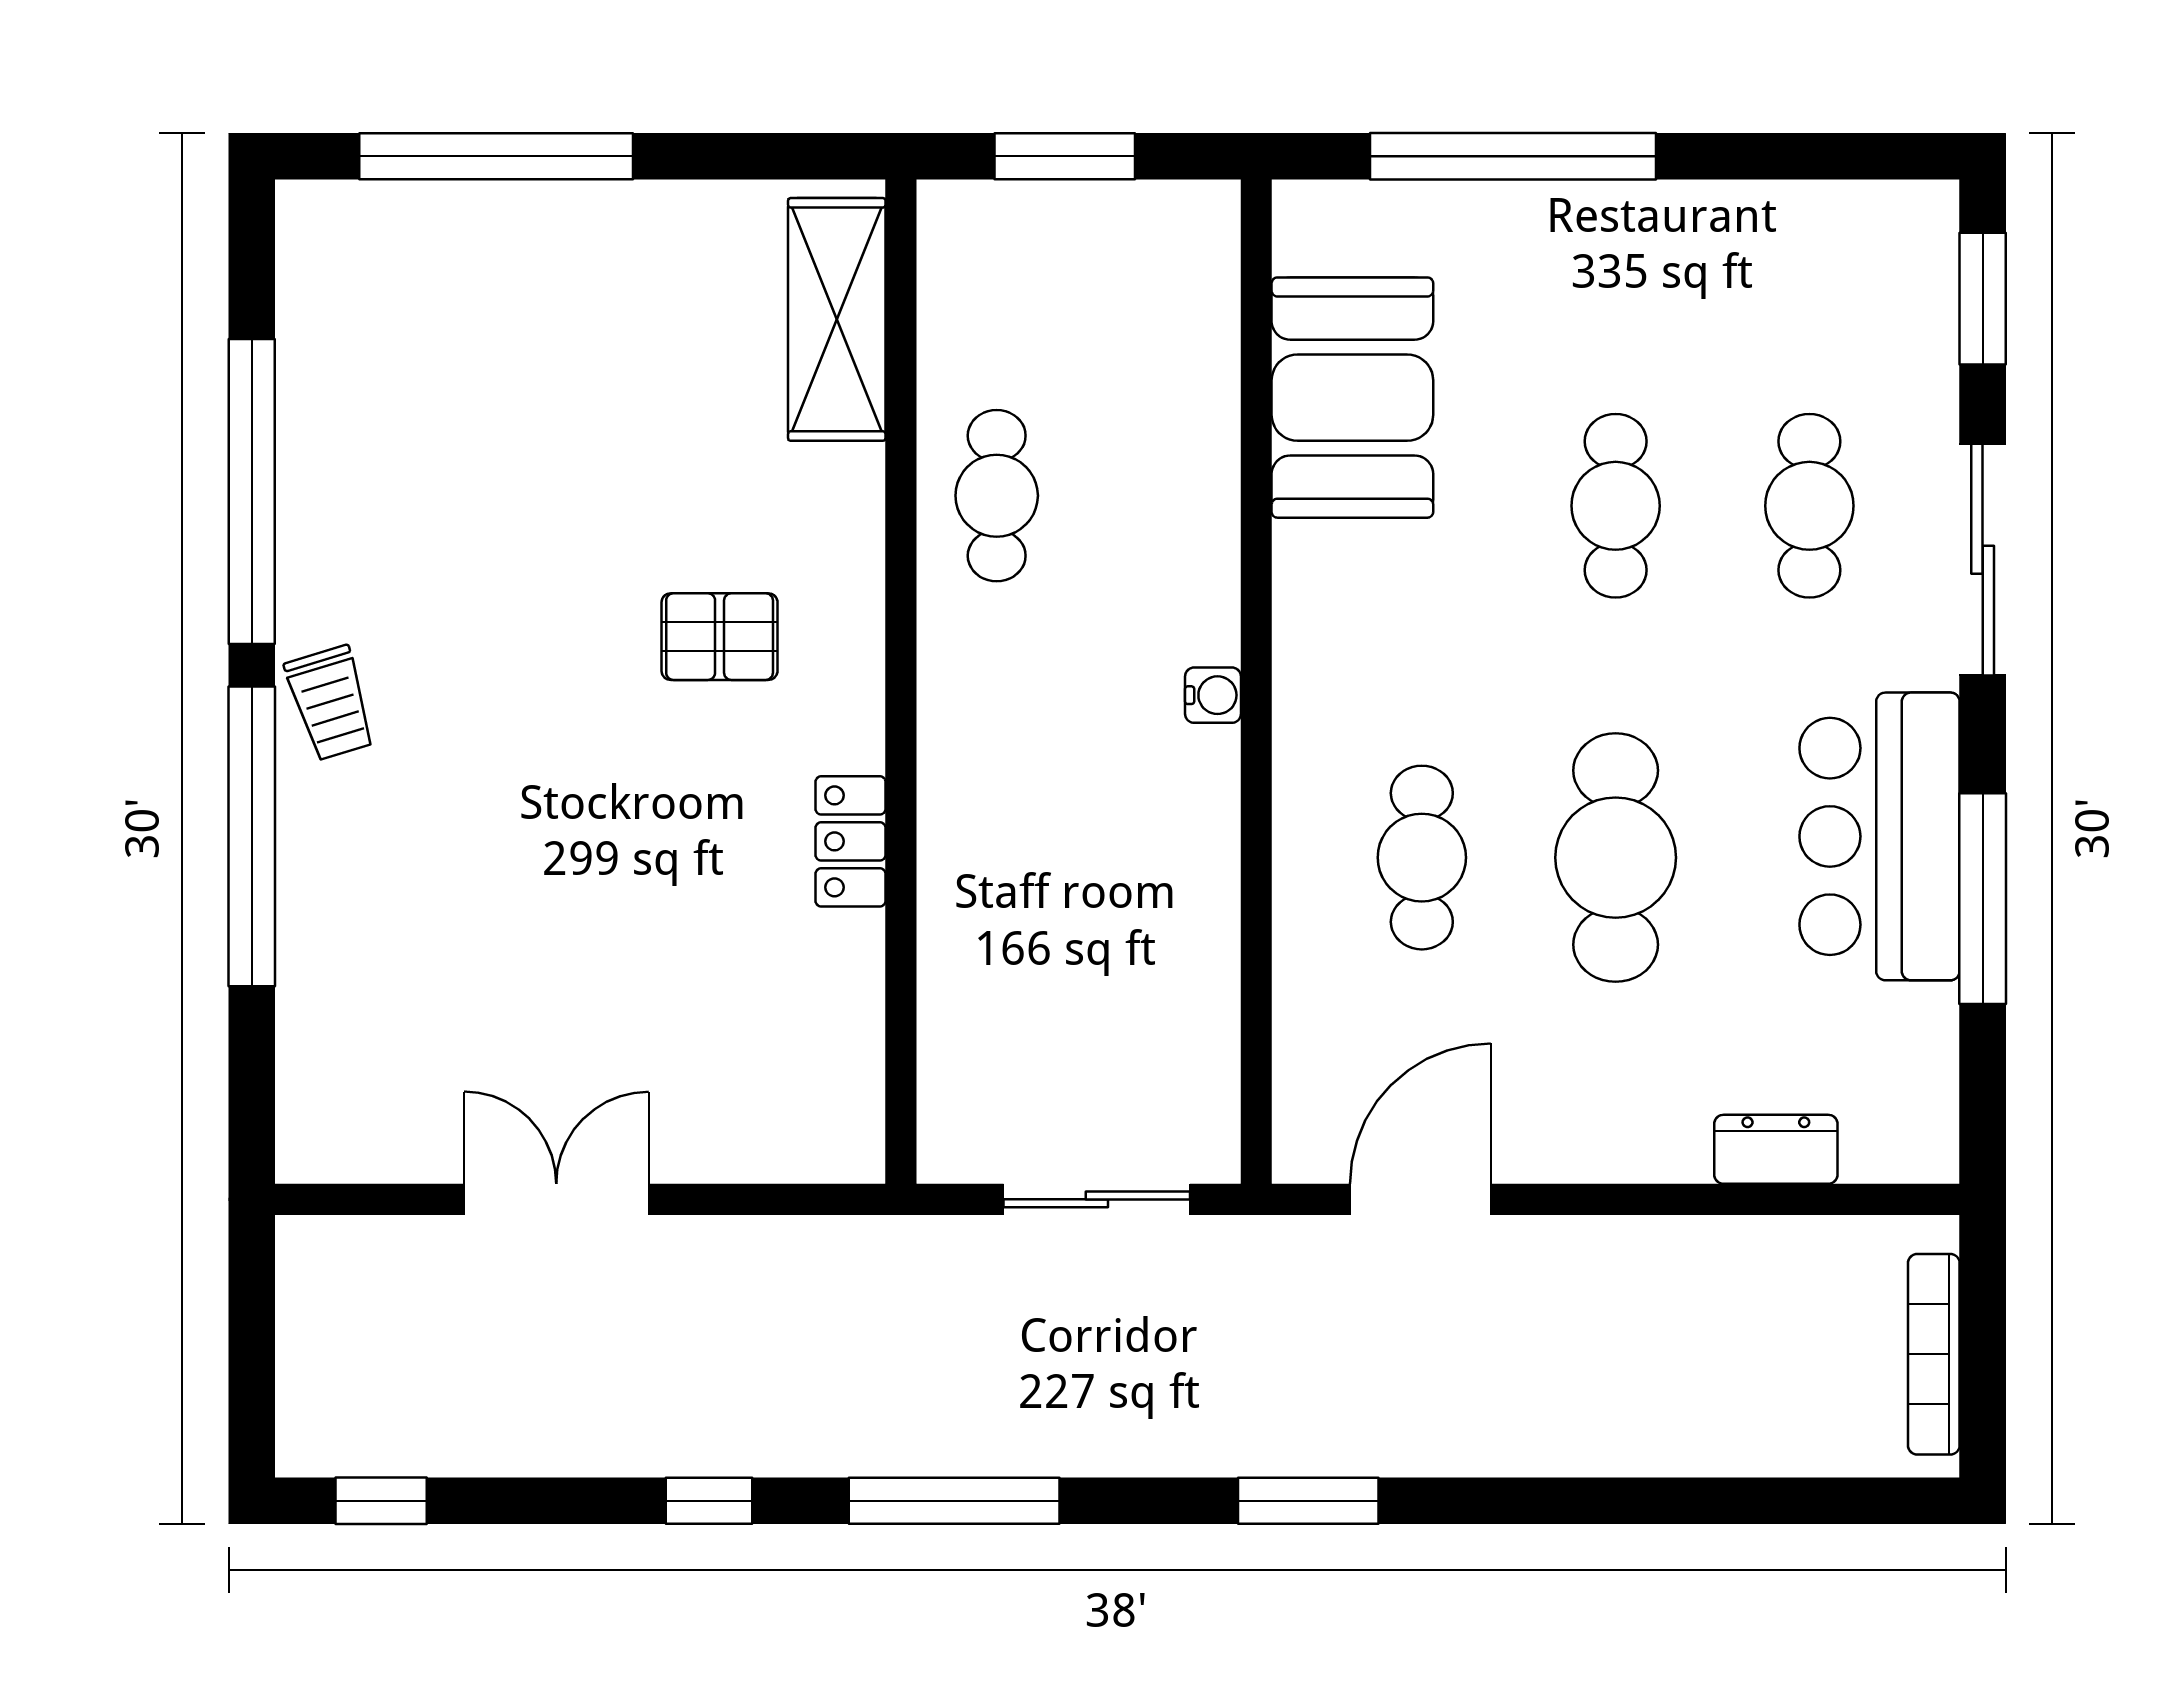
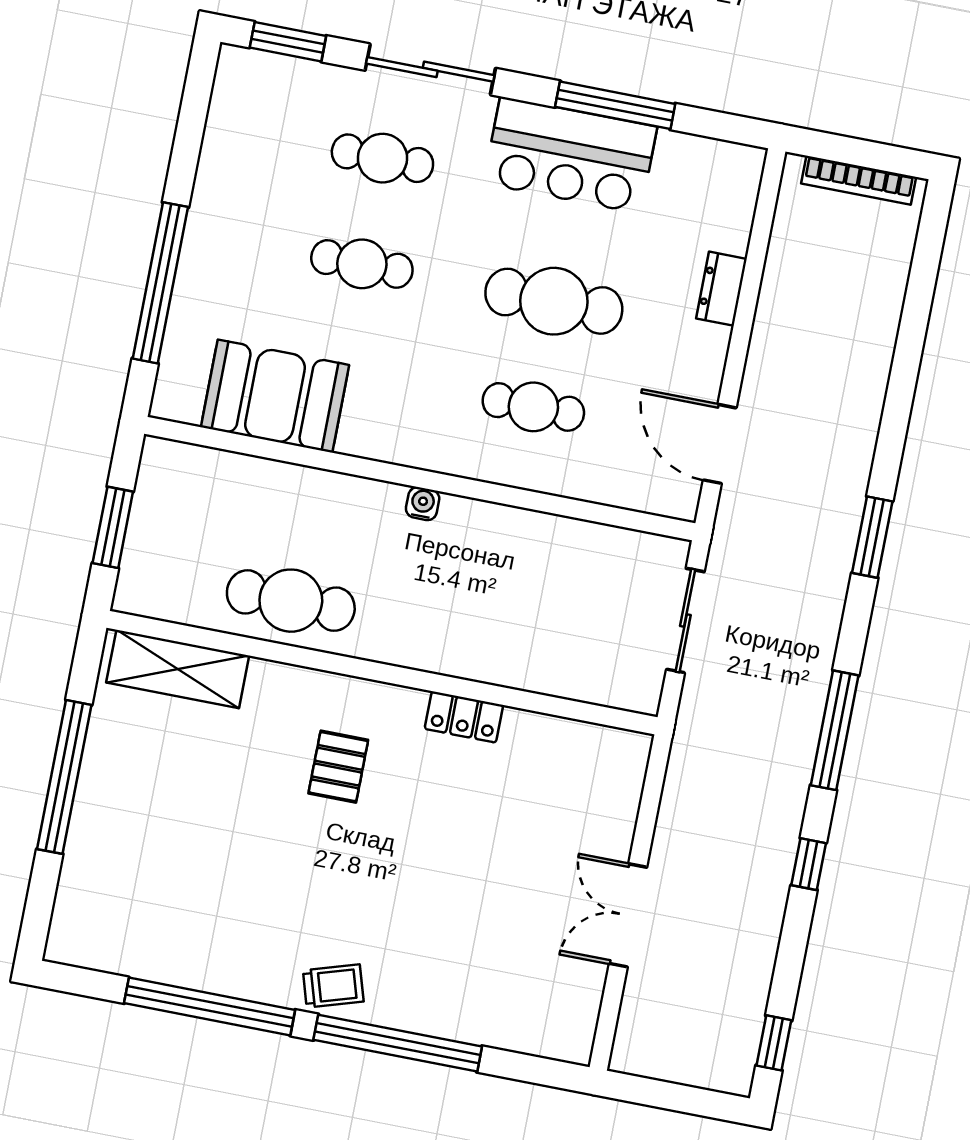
window: (496, 156) -> (64, 777), moved
cafe table: (997, 496) -> (291, 601), width x1.37, depth x1.35
dresser: (1776, 1149) -> (721, 289), moved

